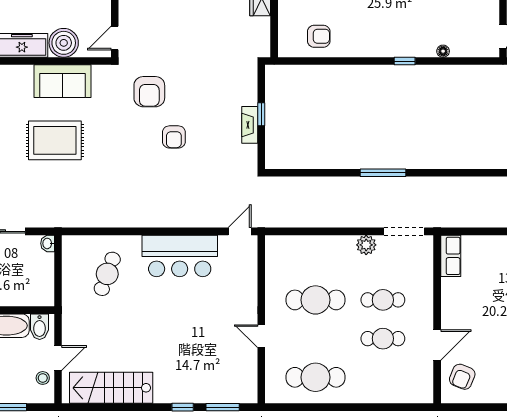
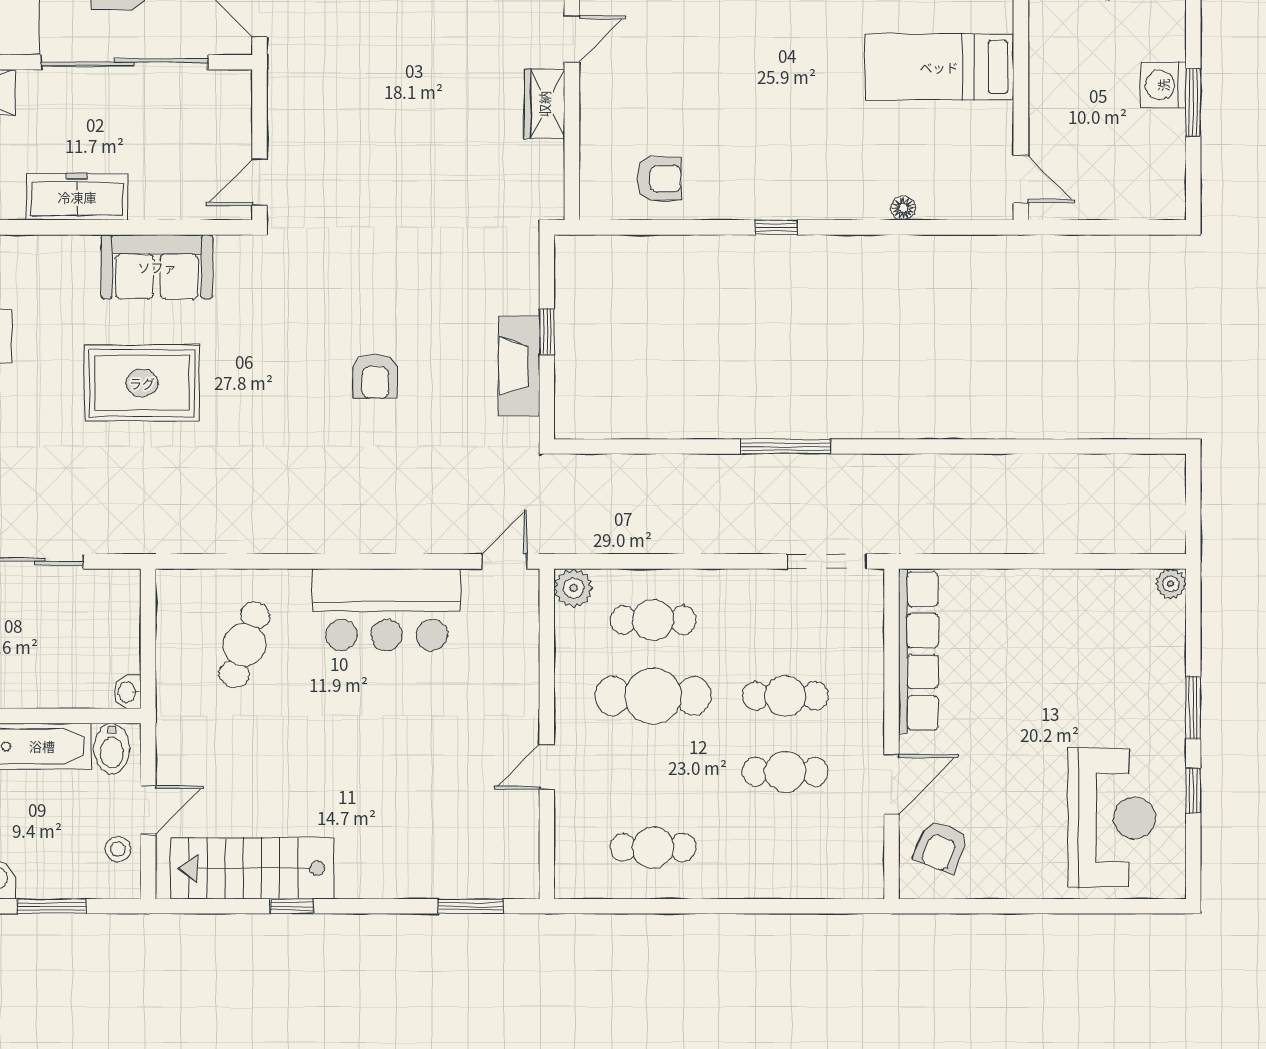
boiler: (64, 43) -> (159, 192), removed
window: (405, 61) -> (776, 227), moved
armchair: (149, 92) -> (327, 287), removed
fireplace: (250, 125) -> (519, 366), width x1.37, depth x1.32
washbasin: (48, 243) -> (128, 692), moved
plant: (366, 245) -> (573, 588), moved
row of seats: (451, 256) -> (918, 651), width x2.02
cafe table: (316, 261) -> (653, 620), added
door: (261, 336) -> (547, 767), hinge flipped
cafe table: (316, 377) -> (653, 848), width x0.73, depth x0.74
window: (183, 407) -> (291, 906), moved

